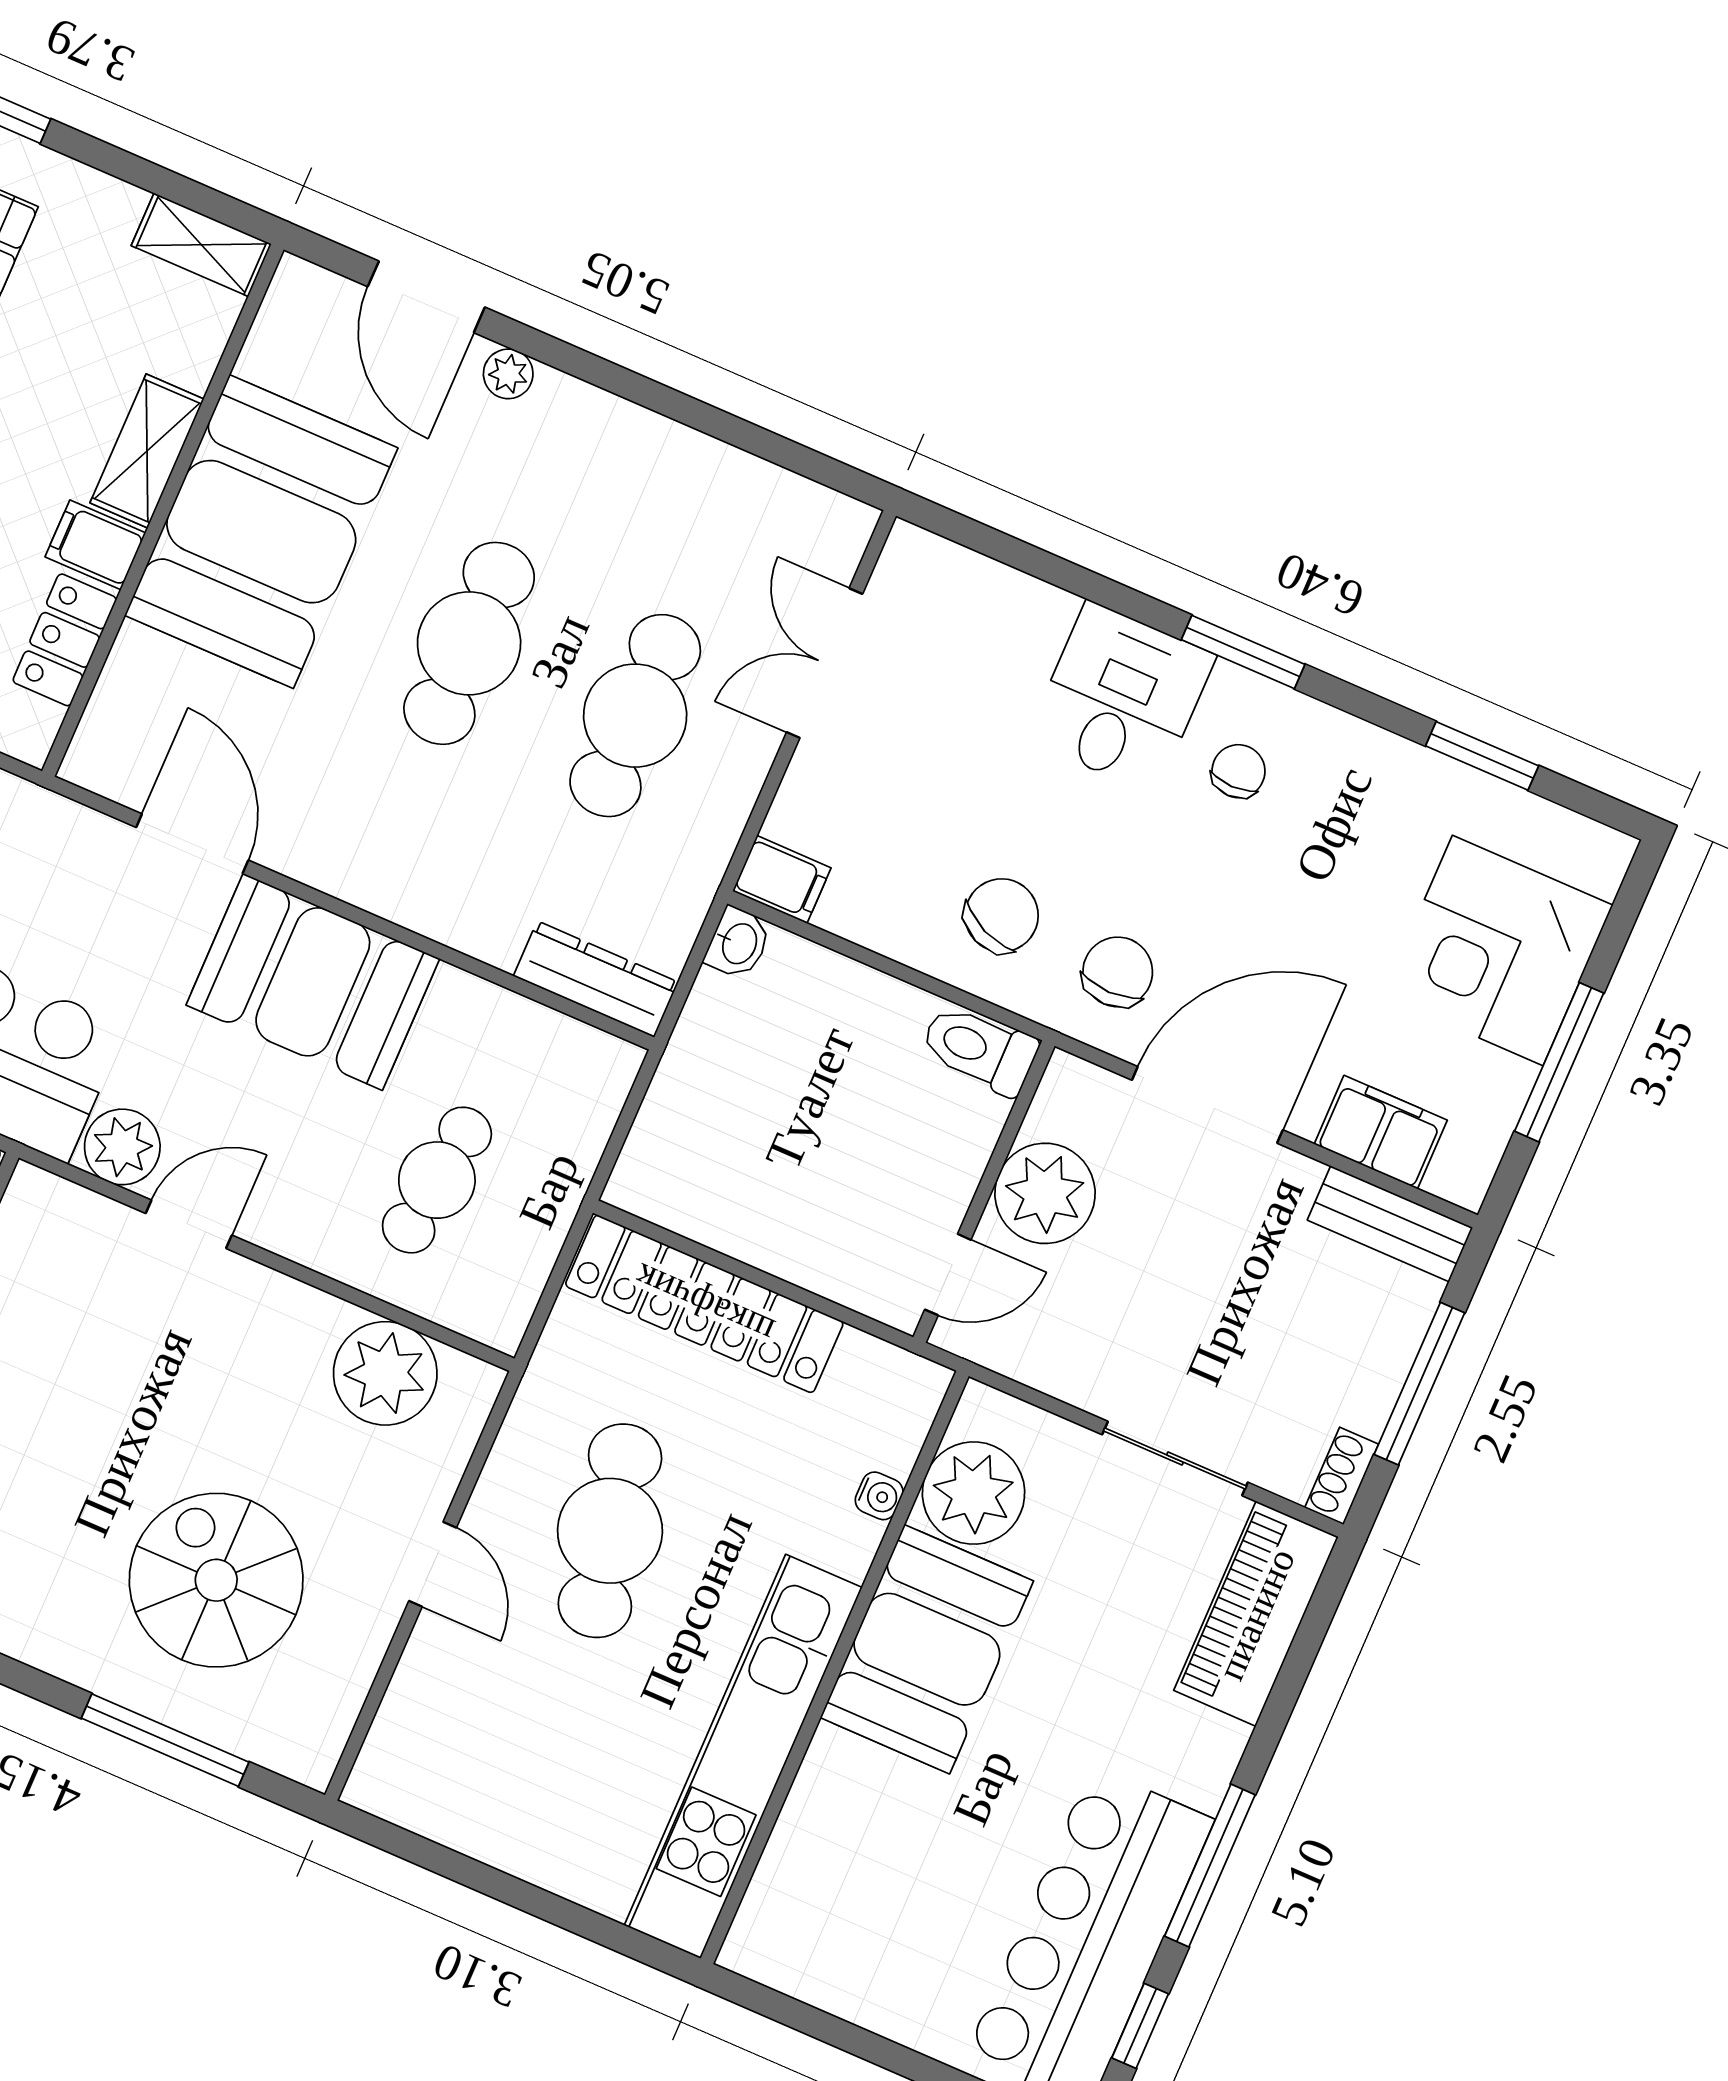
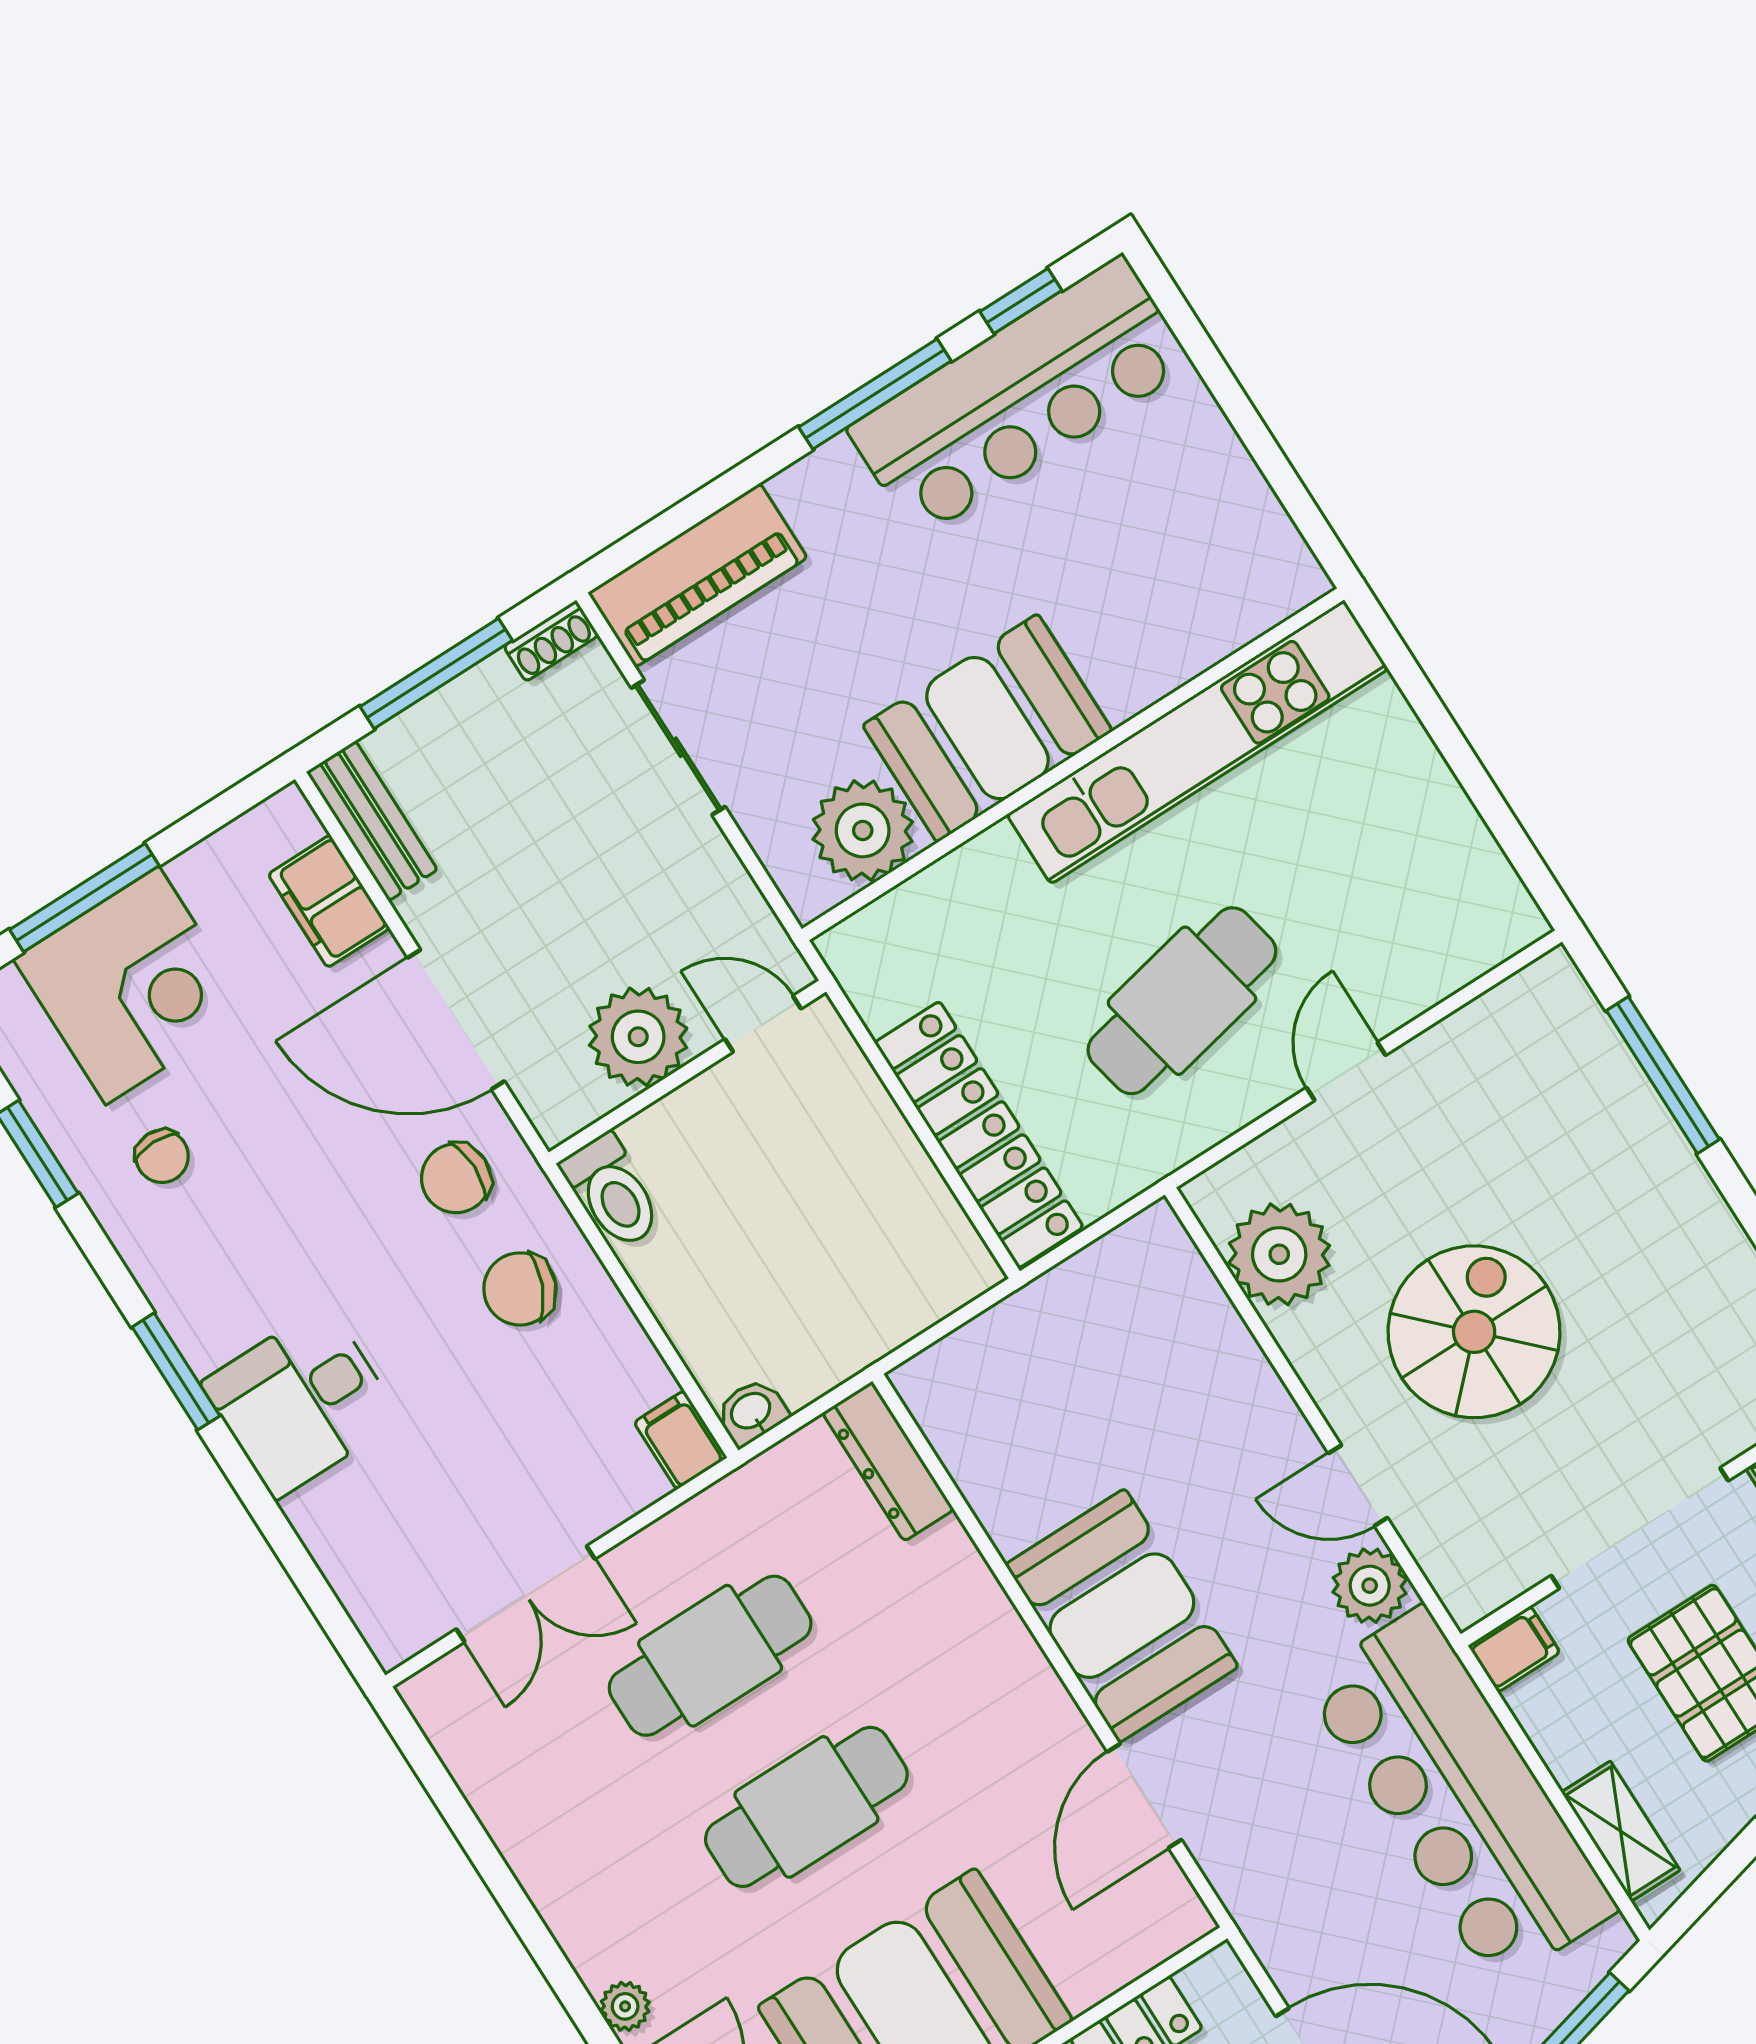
chair: (1238, 771) -> (162, 1156), moved, turned -90
window: (1559, 1062) -> (84, 898), moved
cafe table: (437, 1180) -> (1130, 1384), removed
water cooler: (879, 1496) -> (942, 880), removed
spiral stairs: (216, 1580) -> (1474, 1332), moved, turned 180

